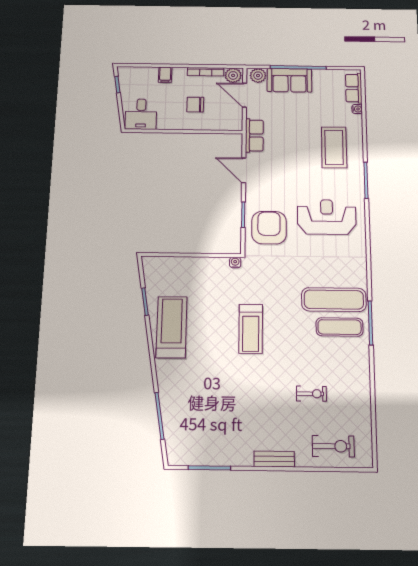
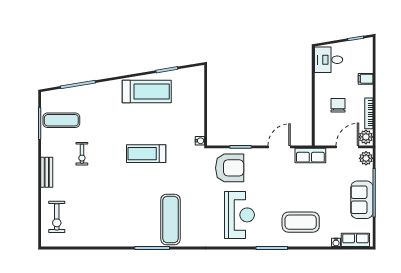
sofa: (289, 80) -> (362, 200), moved
exercise mat: (340, 327) -> (61, 120), moved, turned 90
exercise bike: (311, 394) -> (82, 154), moved

